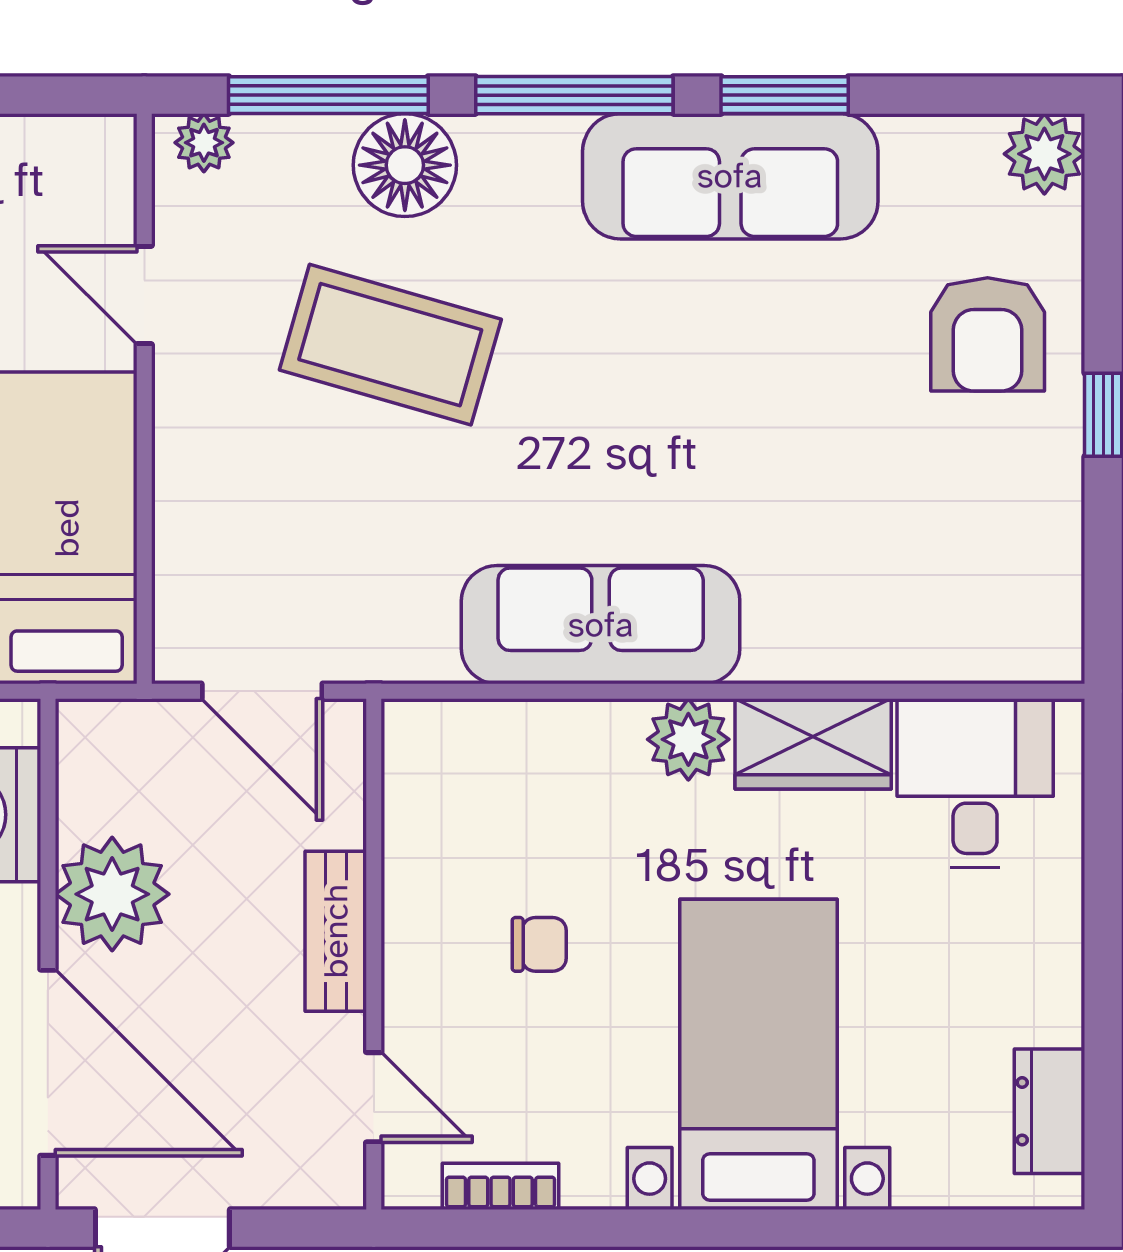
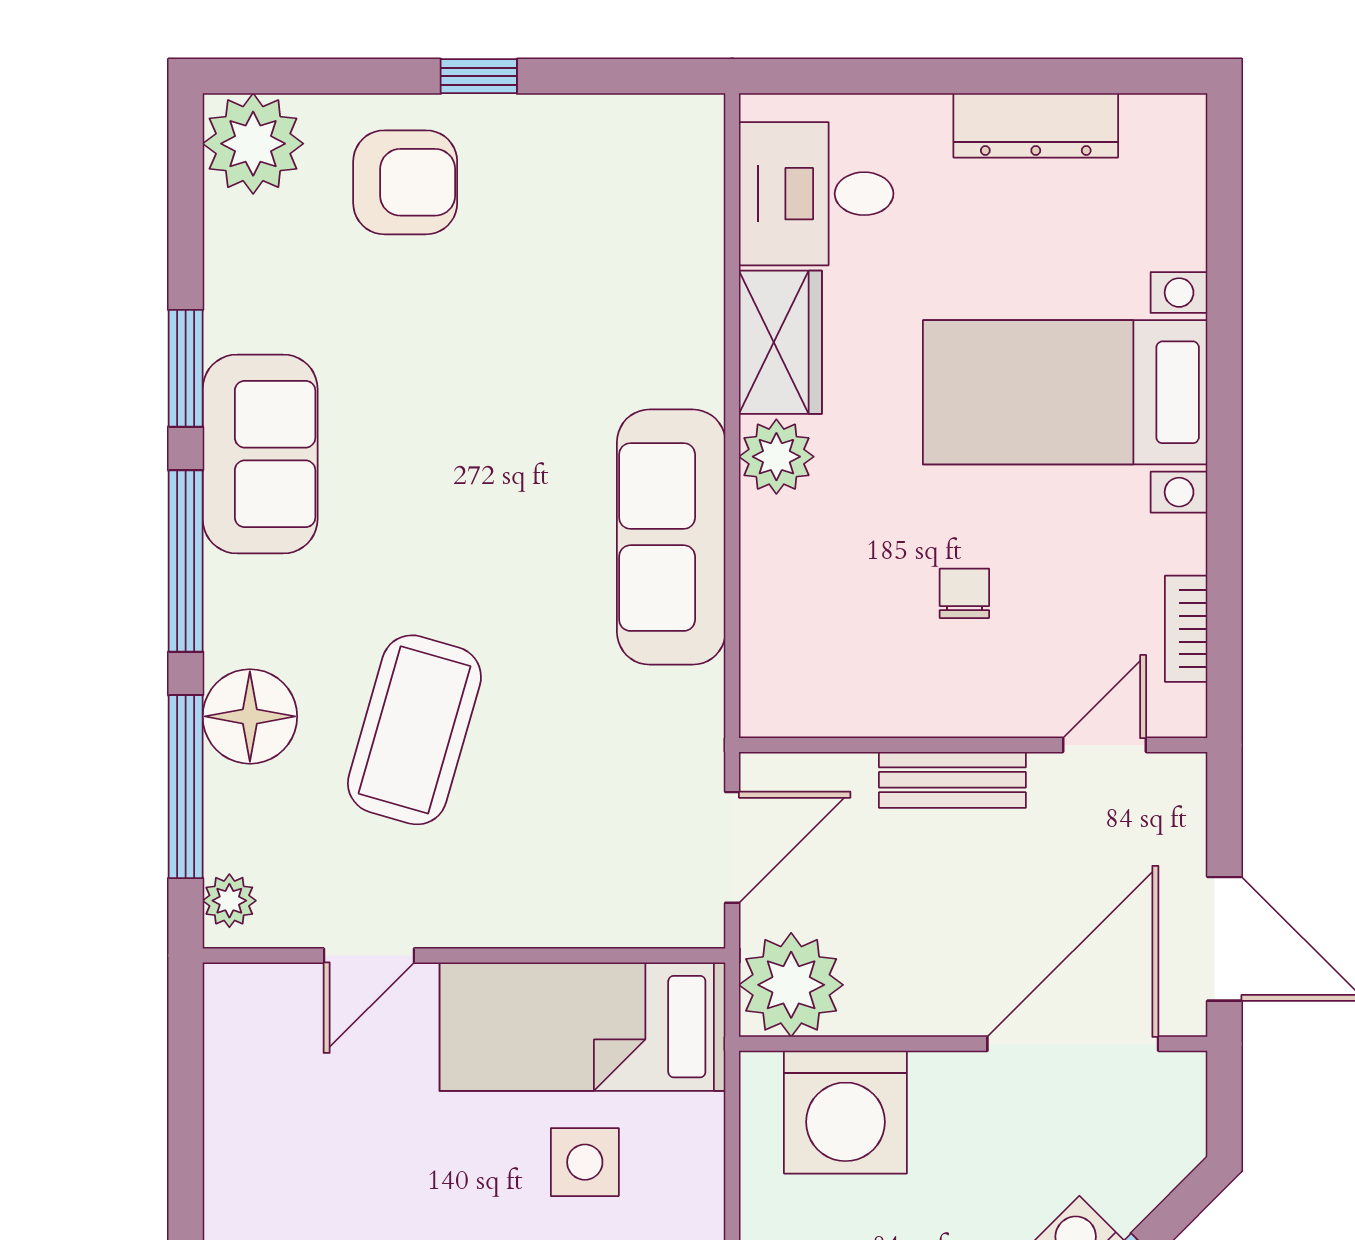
plant: (1044, 154) -> (253, 144), width x1.36, depth x1.36
sofa: (730, 176) -> (260, 454), width x0.73
plant: (112, 894) -> (791, 985), moved
dresser: (1050, 1111) -> (1036, 125), moved, width x1.44

